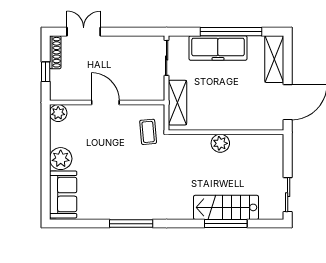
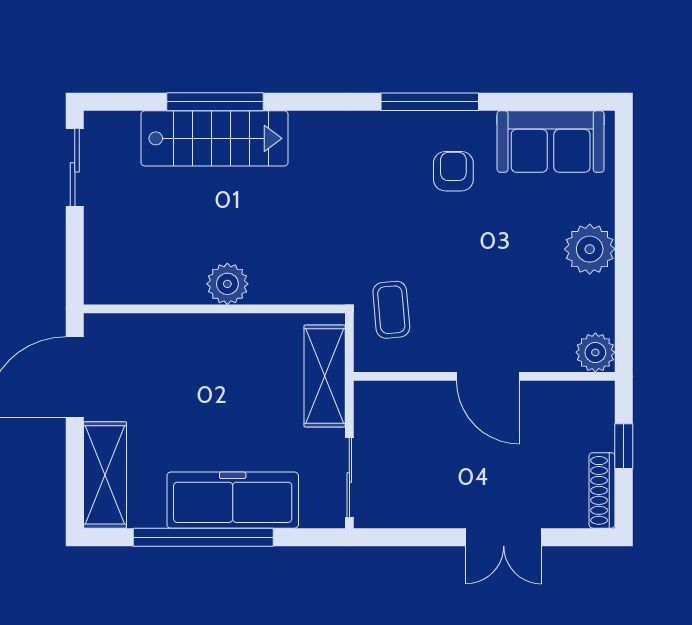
double door: (84, 32) -> (504, 537), moved
armchair: (121, 193) -> (453, 171), added
sofa: (63, 194) -> (551, 142), moved, turned -90

